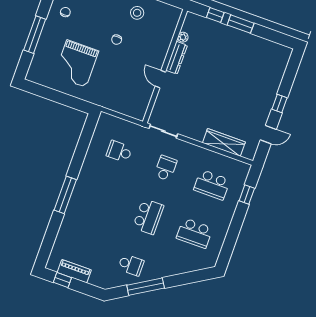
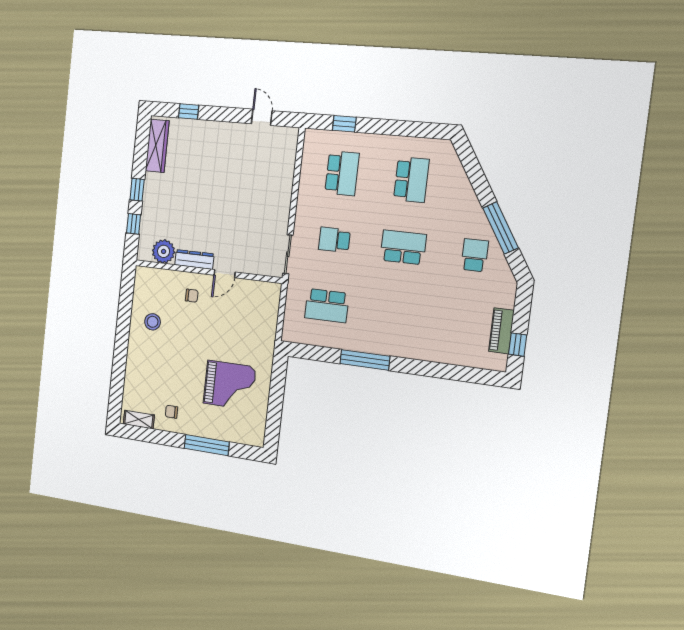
window: (241, 24) -> (137, 190), width x0.67
plant: (183, 37) -> (164, 251), width x1.87, depth x1.87
chair: (117, 40) -> (192, 296), moved
window: (279, 104) -> (189, 112), moved
wardrobe: (224, 142) -> (157, 146), moved, turned 180
school desk: (119, 152) -> (327, 306), width x1.85
window: (65, 195) -> (365, 360), moved

